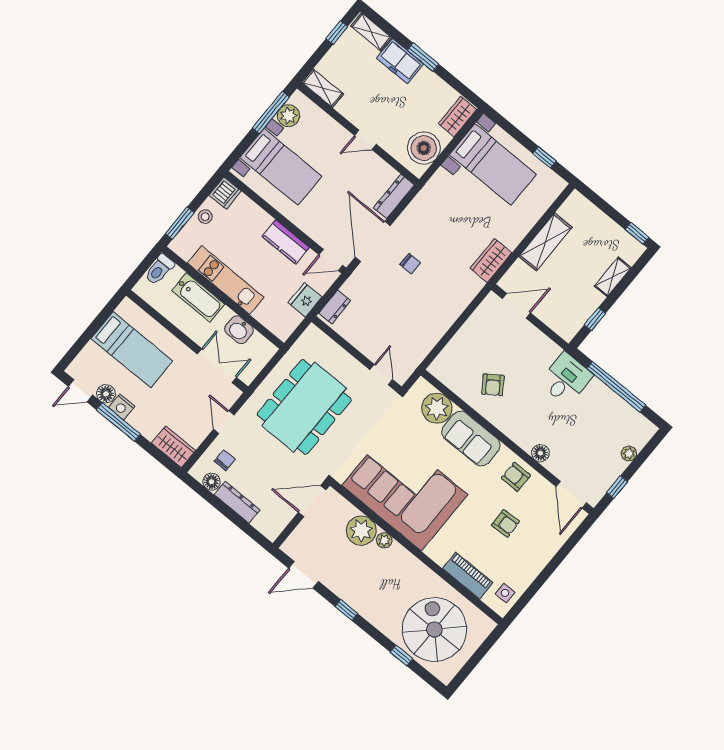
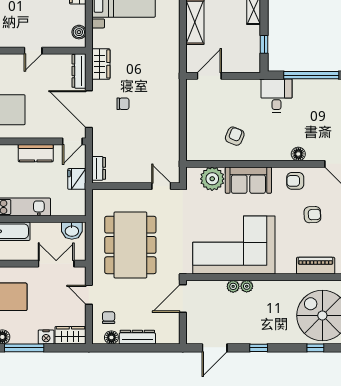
boiler: (424, 148) -> (79, 32), width x0.54, depth x0.54
wardrobe: (491, 261) -> (101, 64), moved, turned 180
washbasin: (239, 330) -> (72, 231), moved
armchair: (493, 385) -> (235, 136), turned -122
nightstand: (122, 407) -> (46, 337), moved
plant: (361, 531) -> (233, 286), width x0.53, depth x0.53

